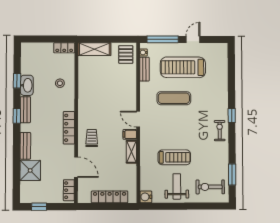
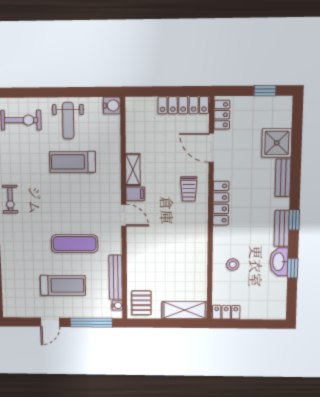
treadmill: (183, 67) -> (63, 285), width x0.73, depth x0.73
bench: (144, 69) -> (116, 277), width x1.36
locker: (110, 197) -> (183, 105), moved

